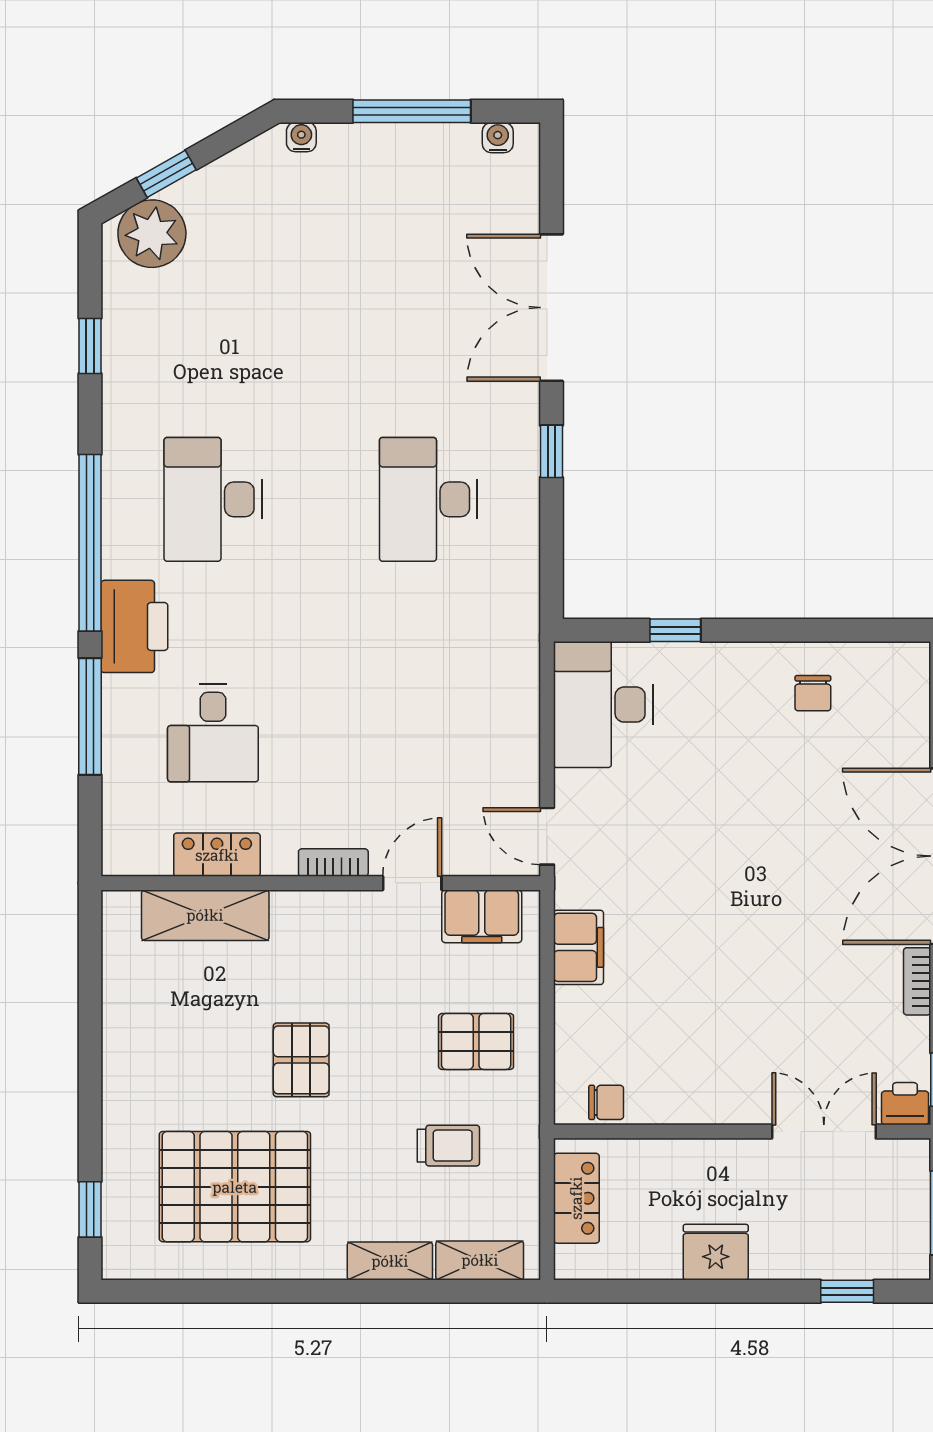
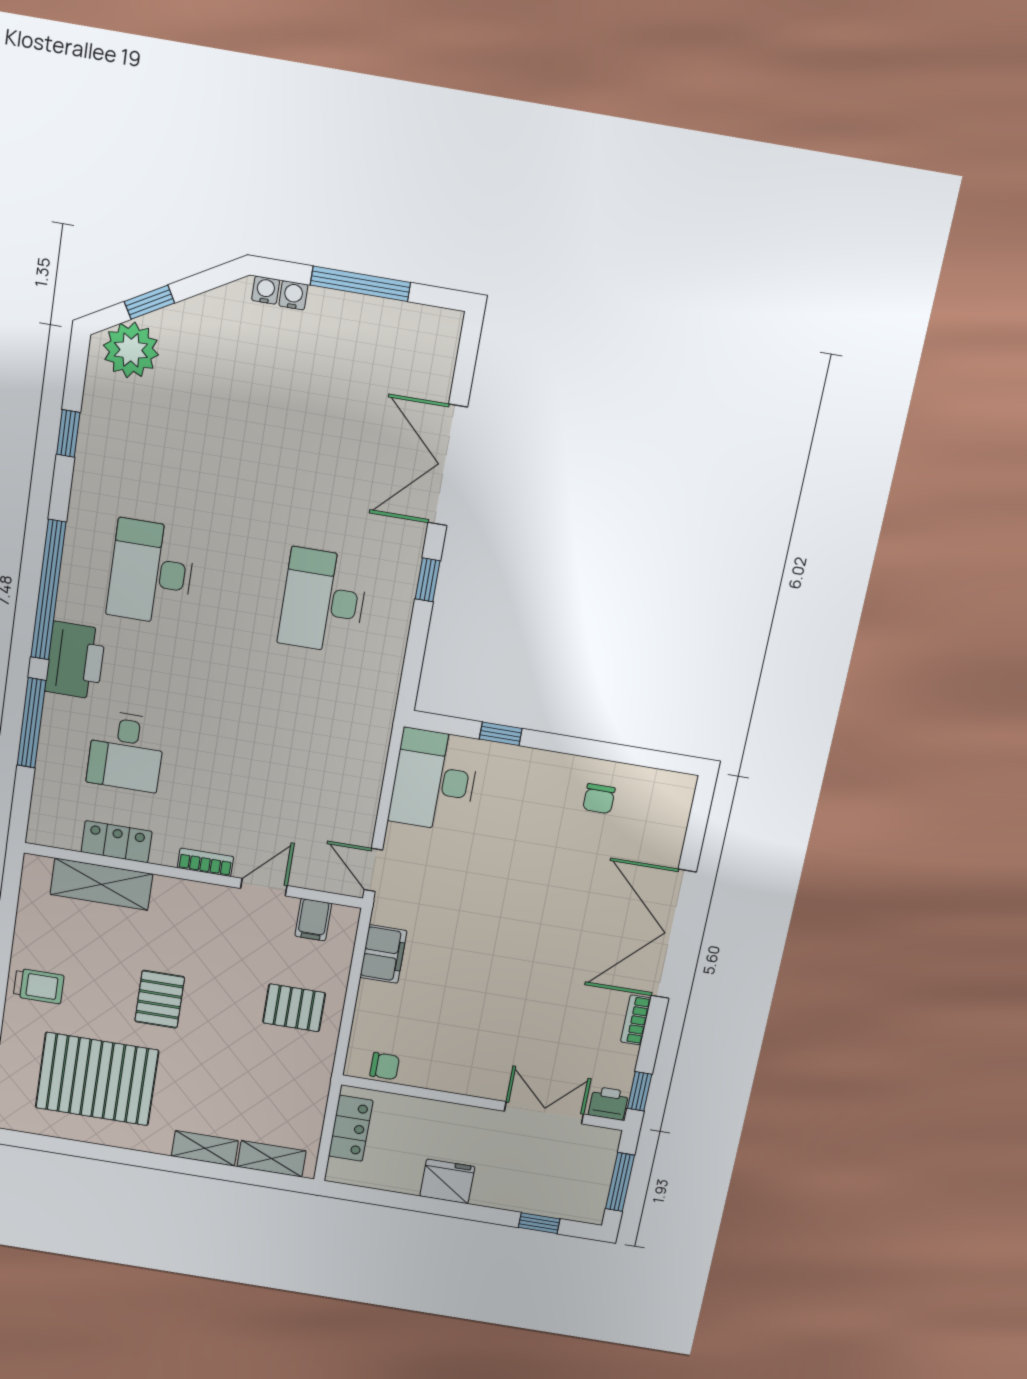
water cooler: (498, 138) -> (293, 295), moved
filing cabinet: (482, 916) -> (313, 920), width x0.50
trolley: (448, 1146) -> (39, 986), moved

